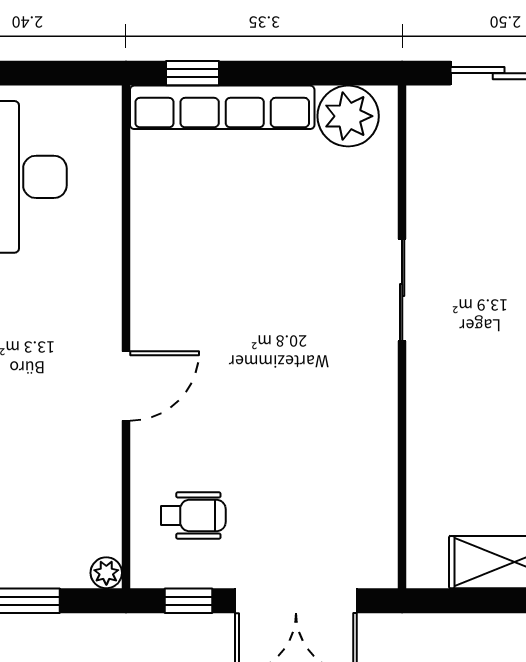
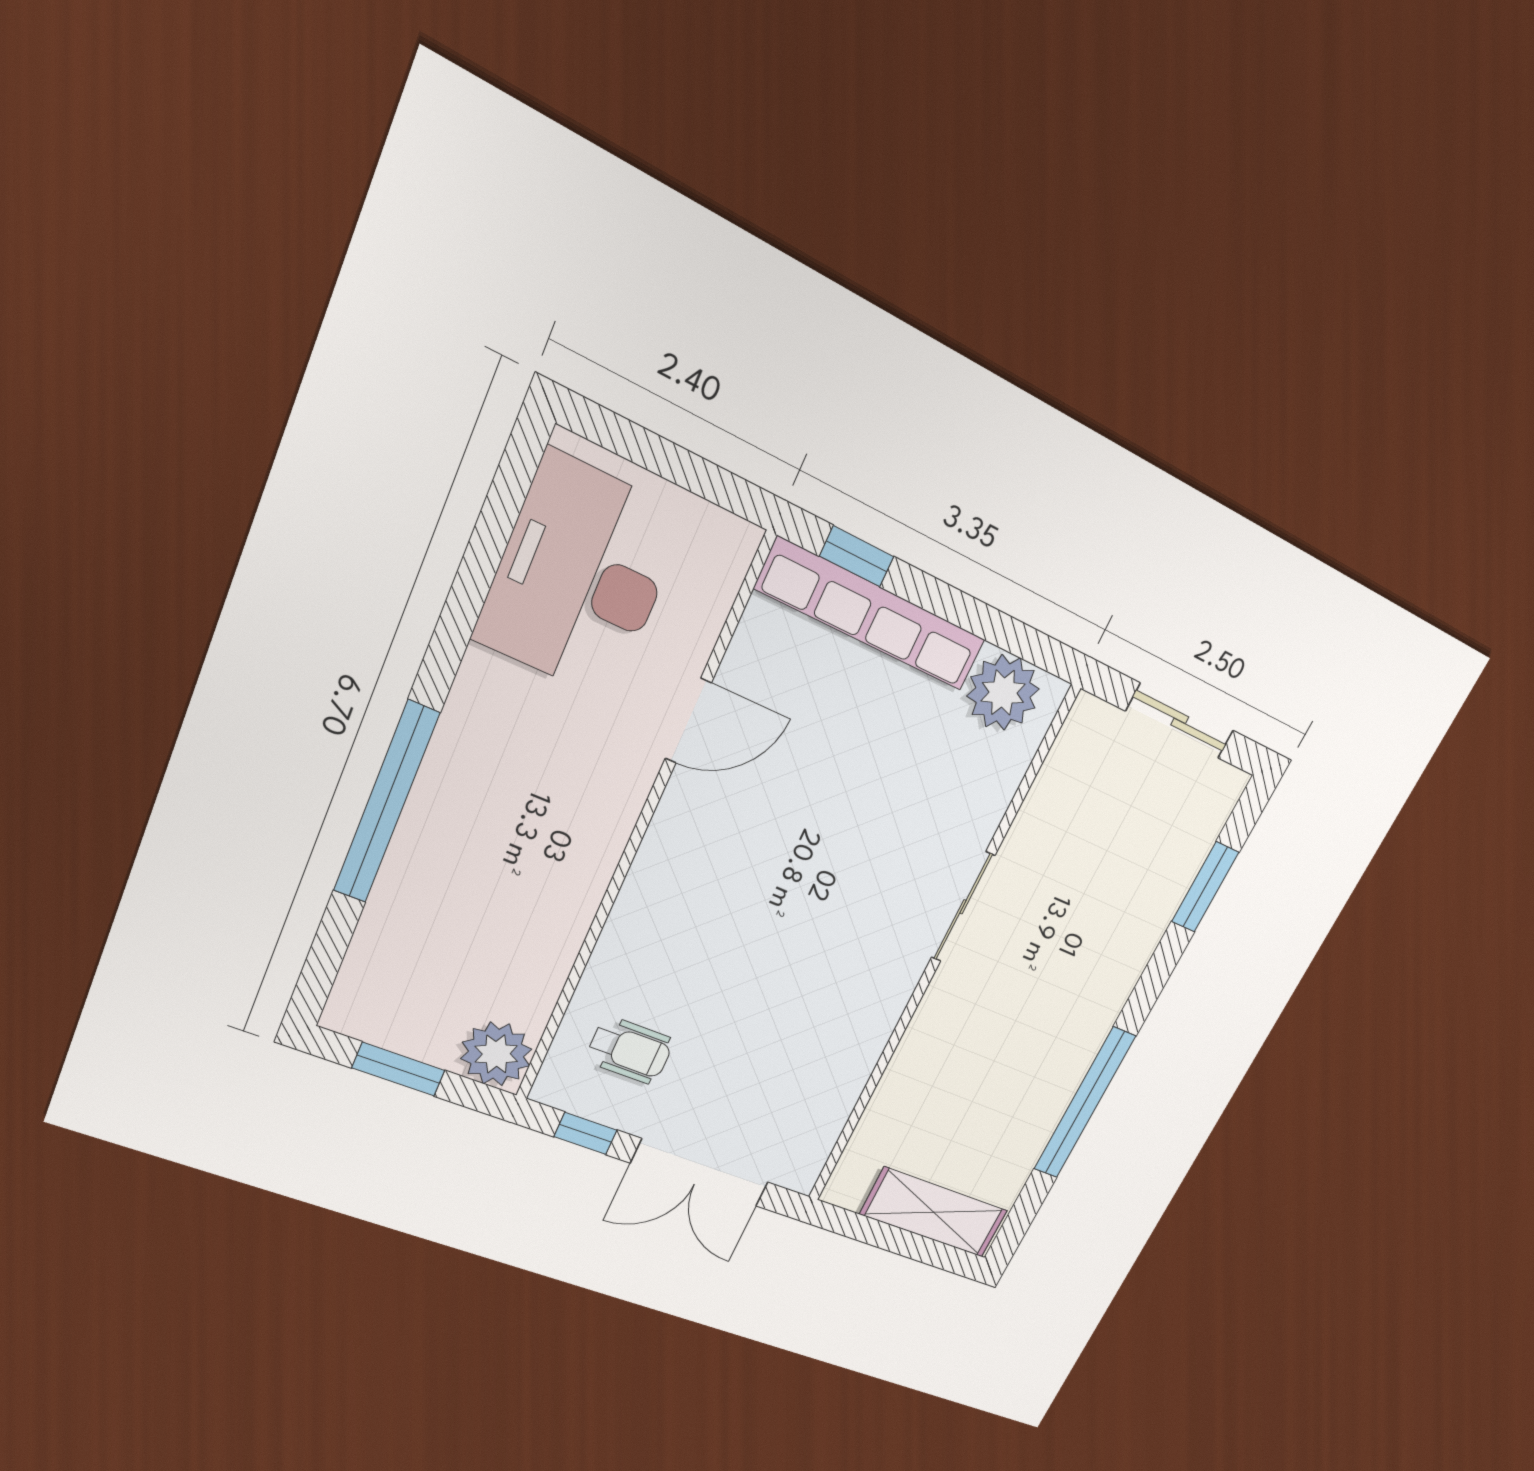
door: (126, 386) -> (688, 721), moved
plant: (106, 573) -> (496, 1054), width x1.88, depth x1.88

